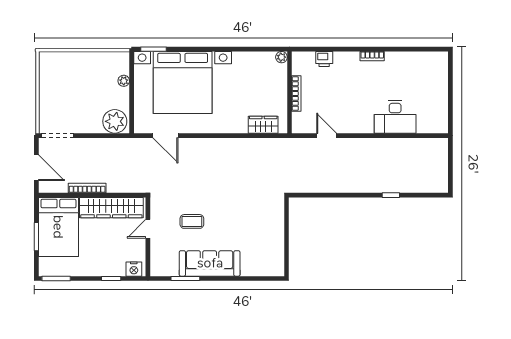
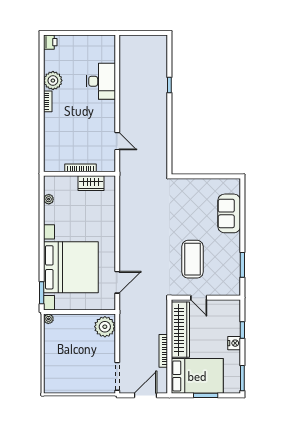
plant: (281, 57) -> (49, 199), moved
printer: (324, 59) -> (50, 42), moved
plant: (396, 62) -> (53, 81), added
plant: (124, 81) -> (48, 319), moved
wardrobe: (263, 125) -> (91, 183), moved, turned -90
door: (327, 136) -> (117, 141), swing flipped
coffee table: (192, 221) -> (192, 259), width x1.86, depth x1.72
sofa: (210, 263) -> (229, 213), moved, width x0.73
nightstand: (134, 269) -> (234, 343), moved

